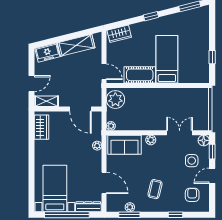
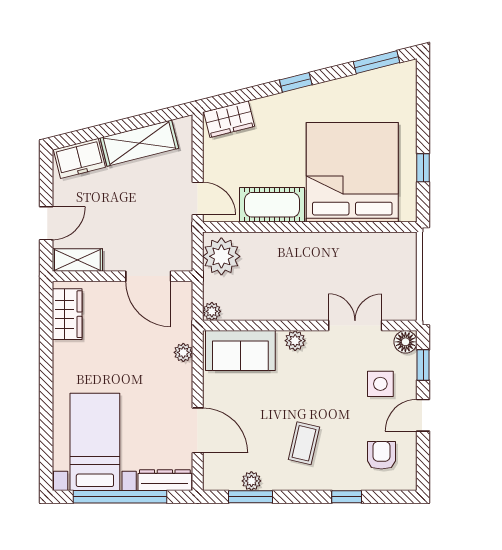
bed: (167, 59) -> (352, 172), width x2.04

